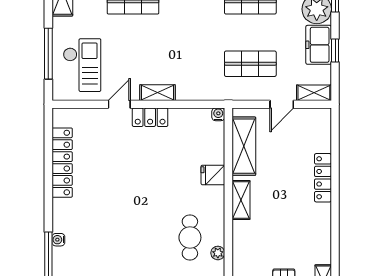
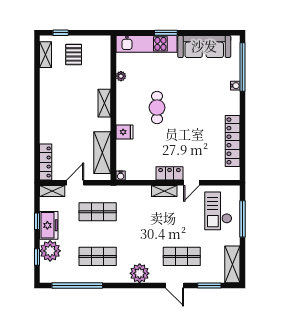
locker: (323, 178) -> (46, 162), moved
shelving: (241, 200) -> (104, 103), moved
cafe table: (190, 238) -> (157, 108), moved

